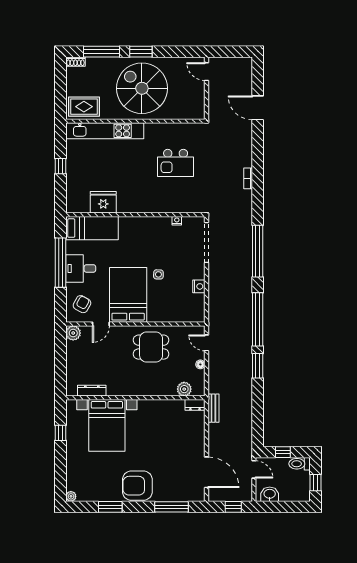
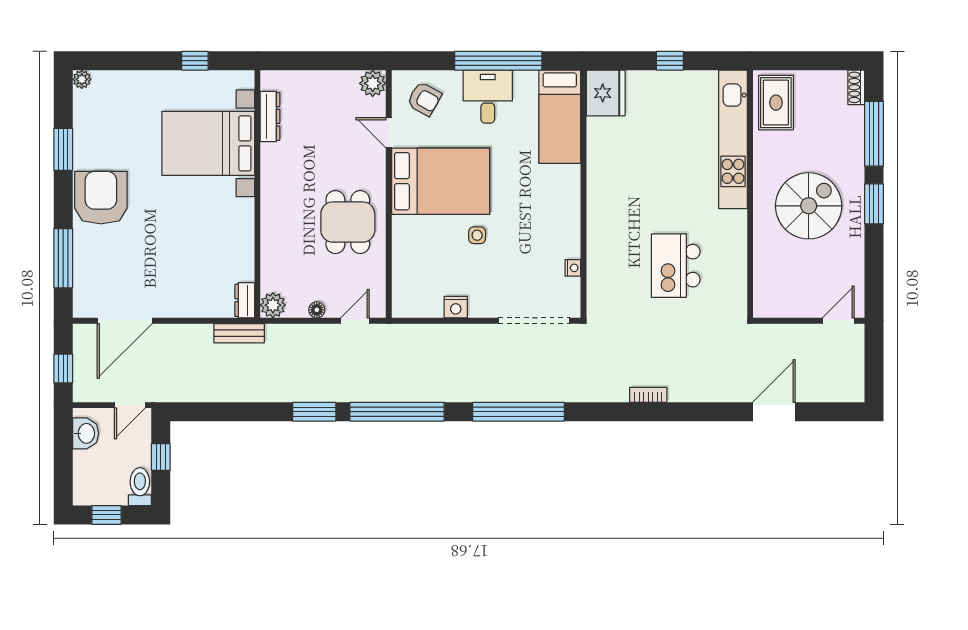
spiral stairs: (142, 88) -> (809, 206), width x0.73, depth x0.73
fridge: (103, 202) -> (606, 93), moved
plant: (184, 389) -> (273, 305), moved

